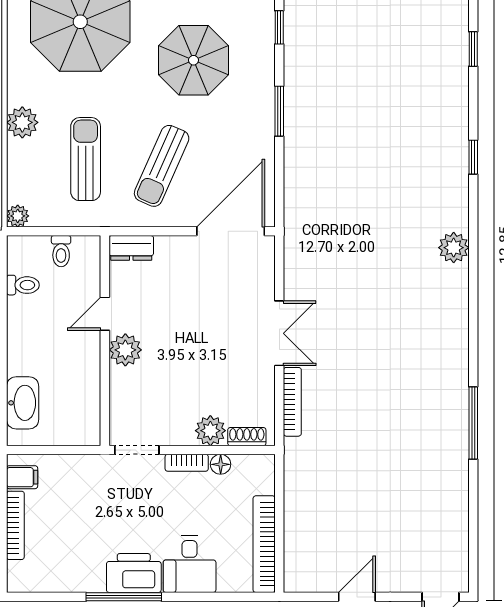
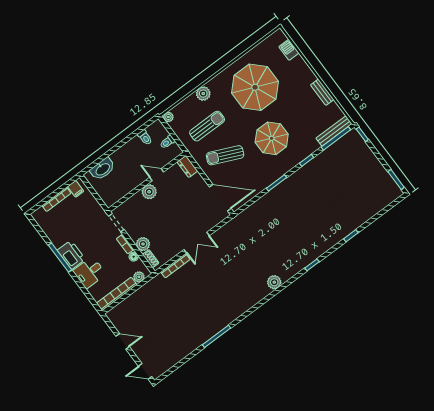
plant: (263, 482) -> (139, 277), added

